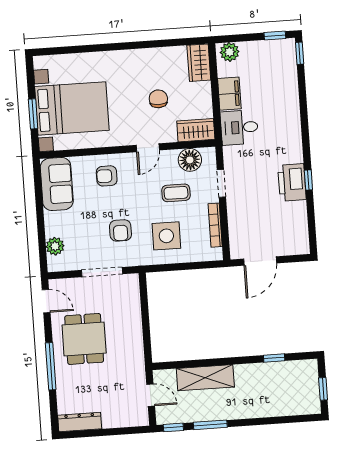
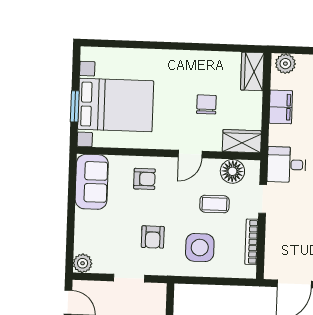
desk: (239, 127) -> (287, 165), moved
armchair: (107, 176) -> (144, 179), turned 180
plant: (55, 246) -> (83, 263), moved
doorway: (102, 272) -> (129, 278), width x0.73

